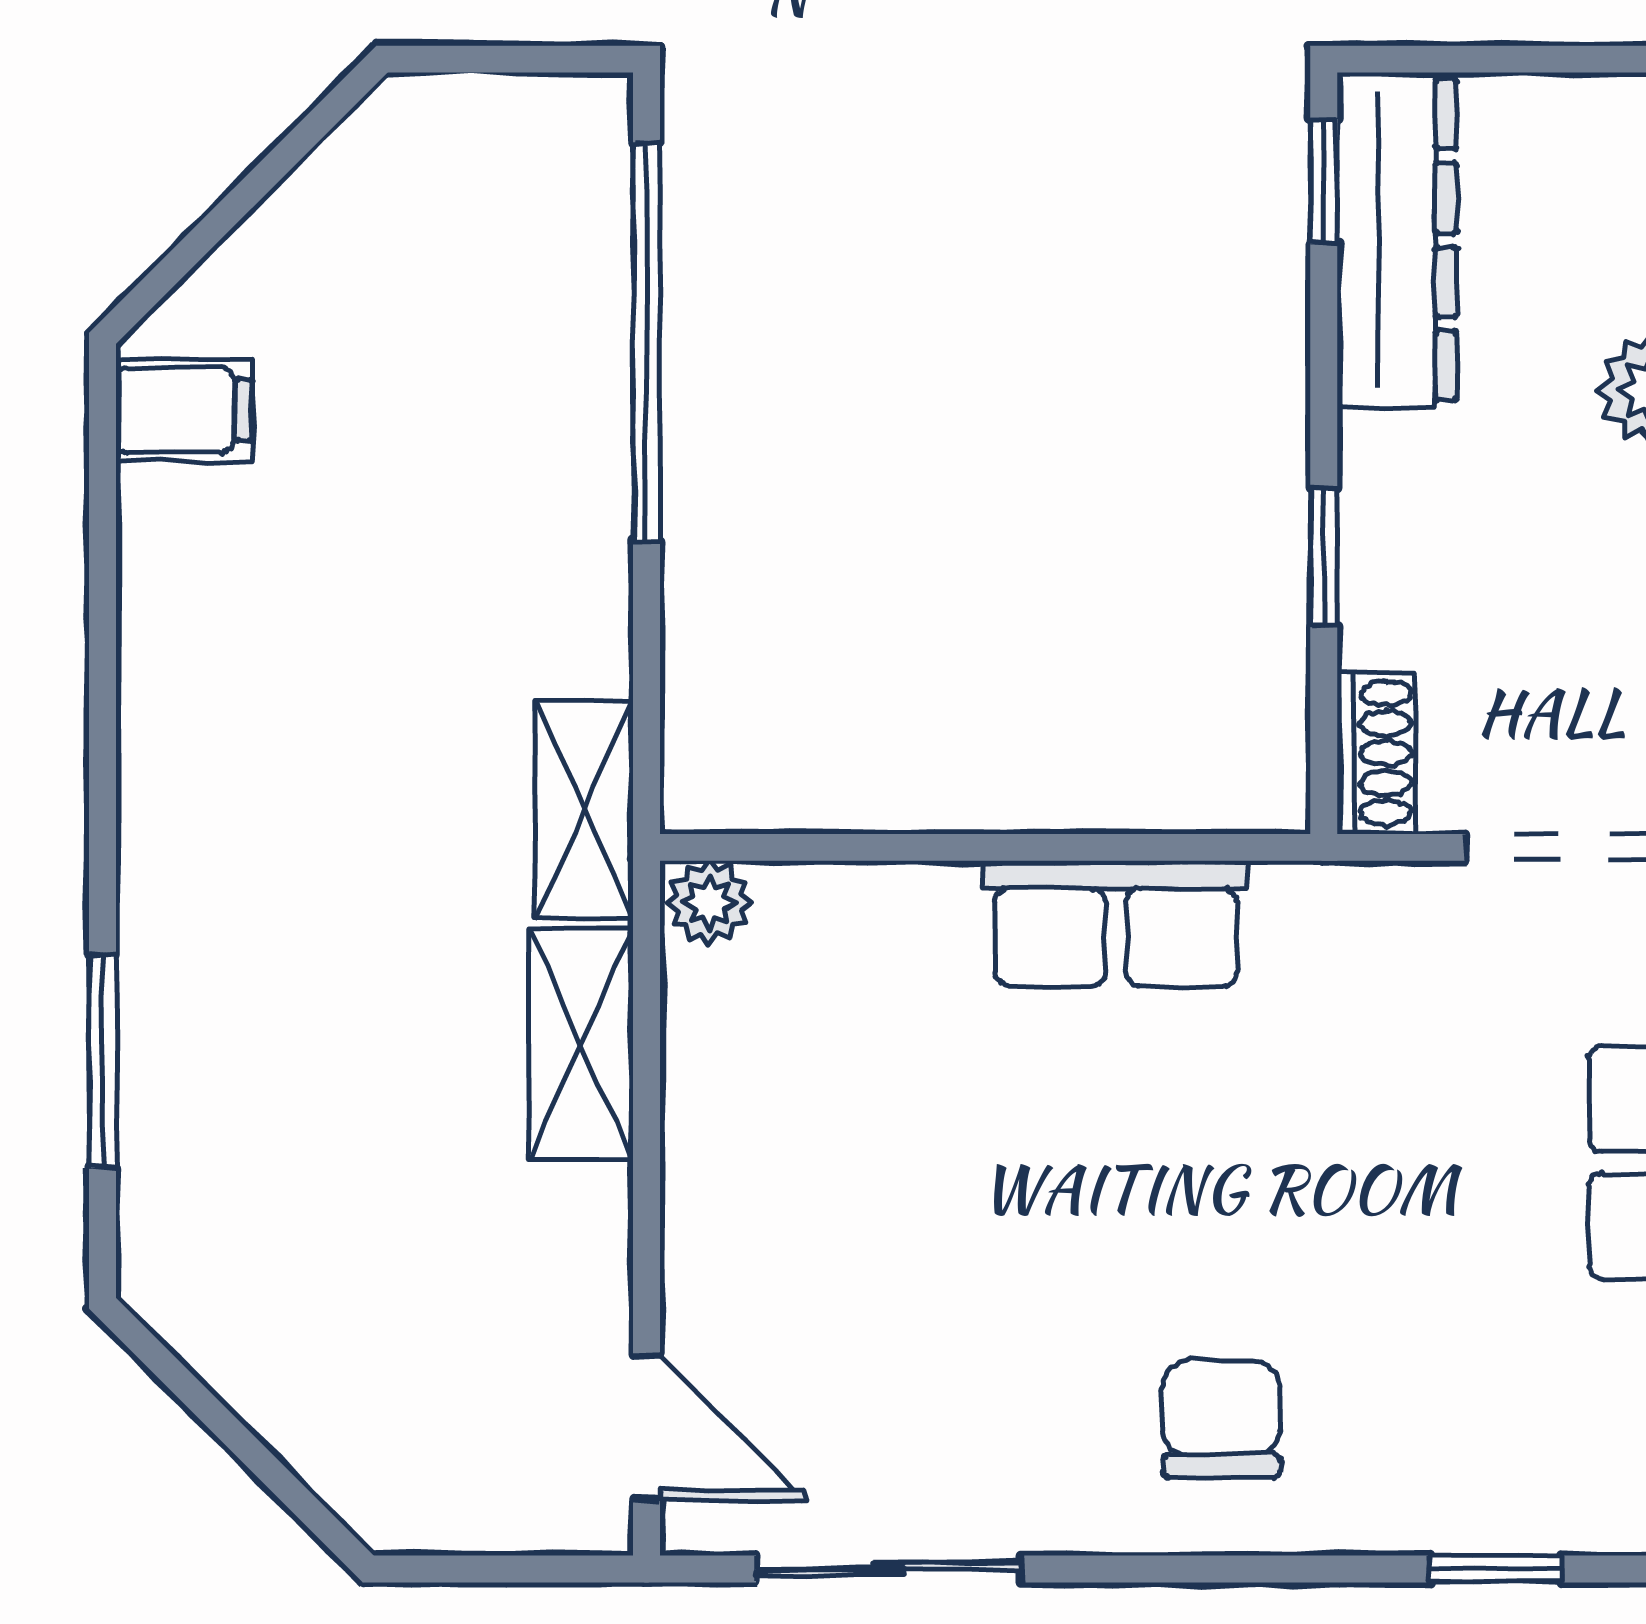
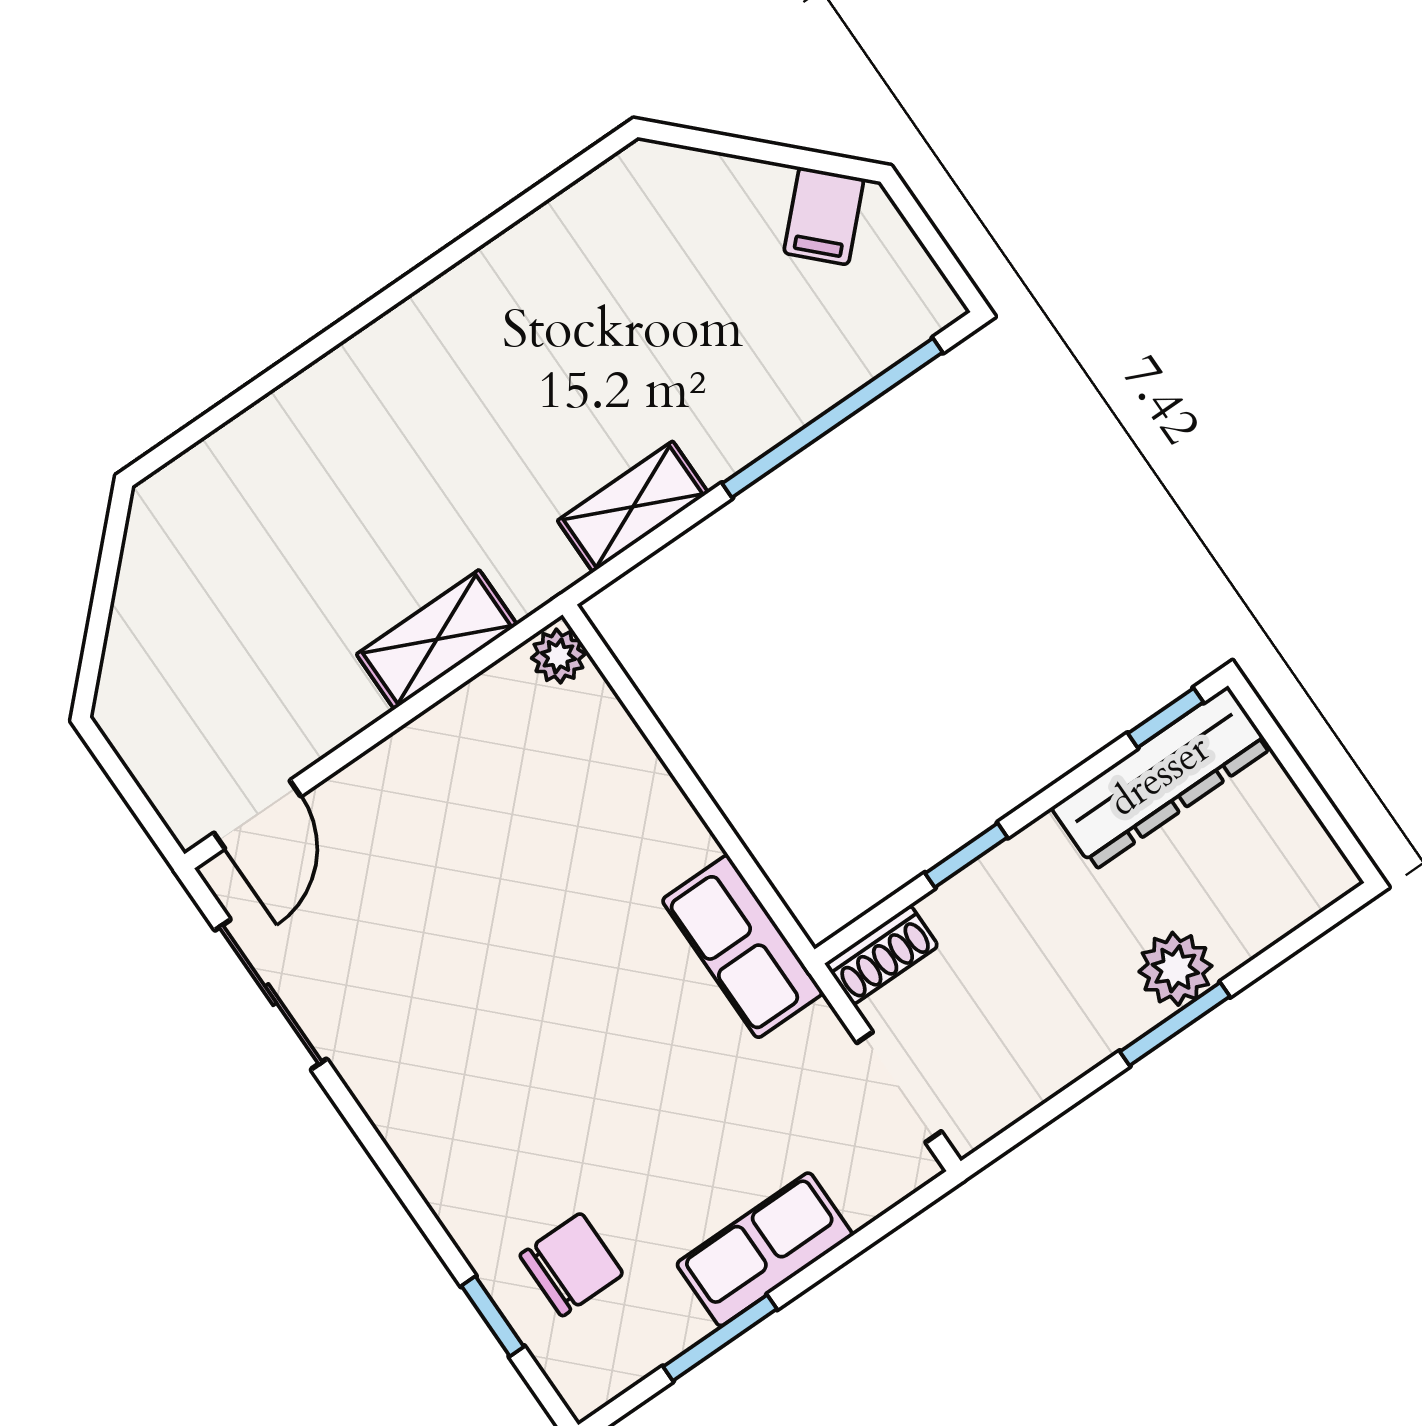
filing cabinet: (184, 410) -> (824, 216), moved, turned 45
shelving: (584, 810) -> (633, 507), moved
row of seats: (1116, 924) -> (742, 947), moved
window: (102, 1061) -> (253, 392), removed
chair: (1221, 1419) -> (571, 1265), moved

